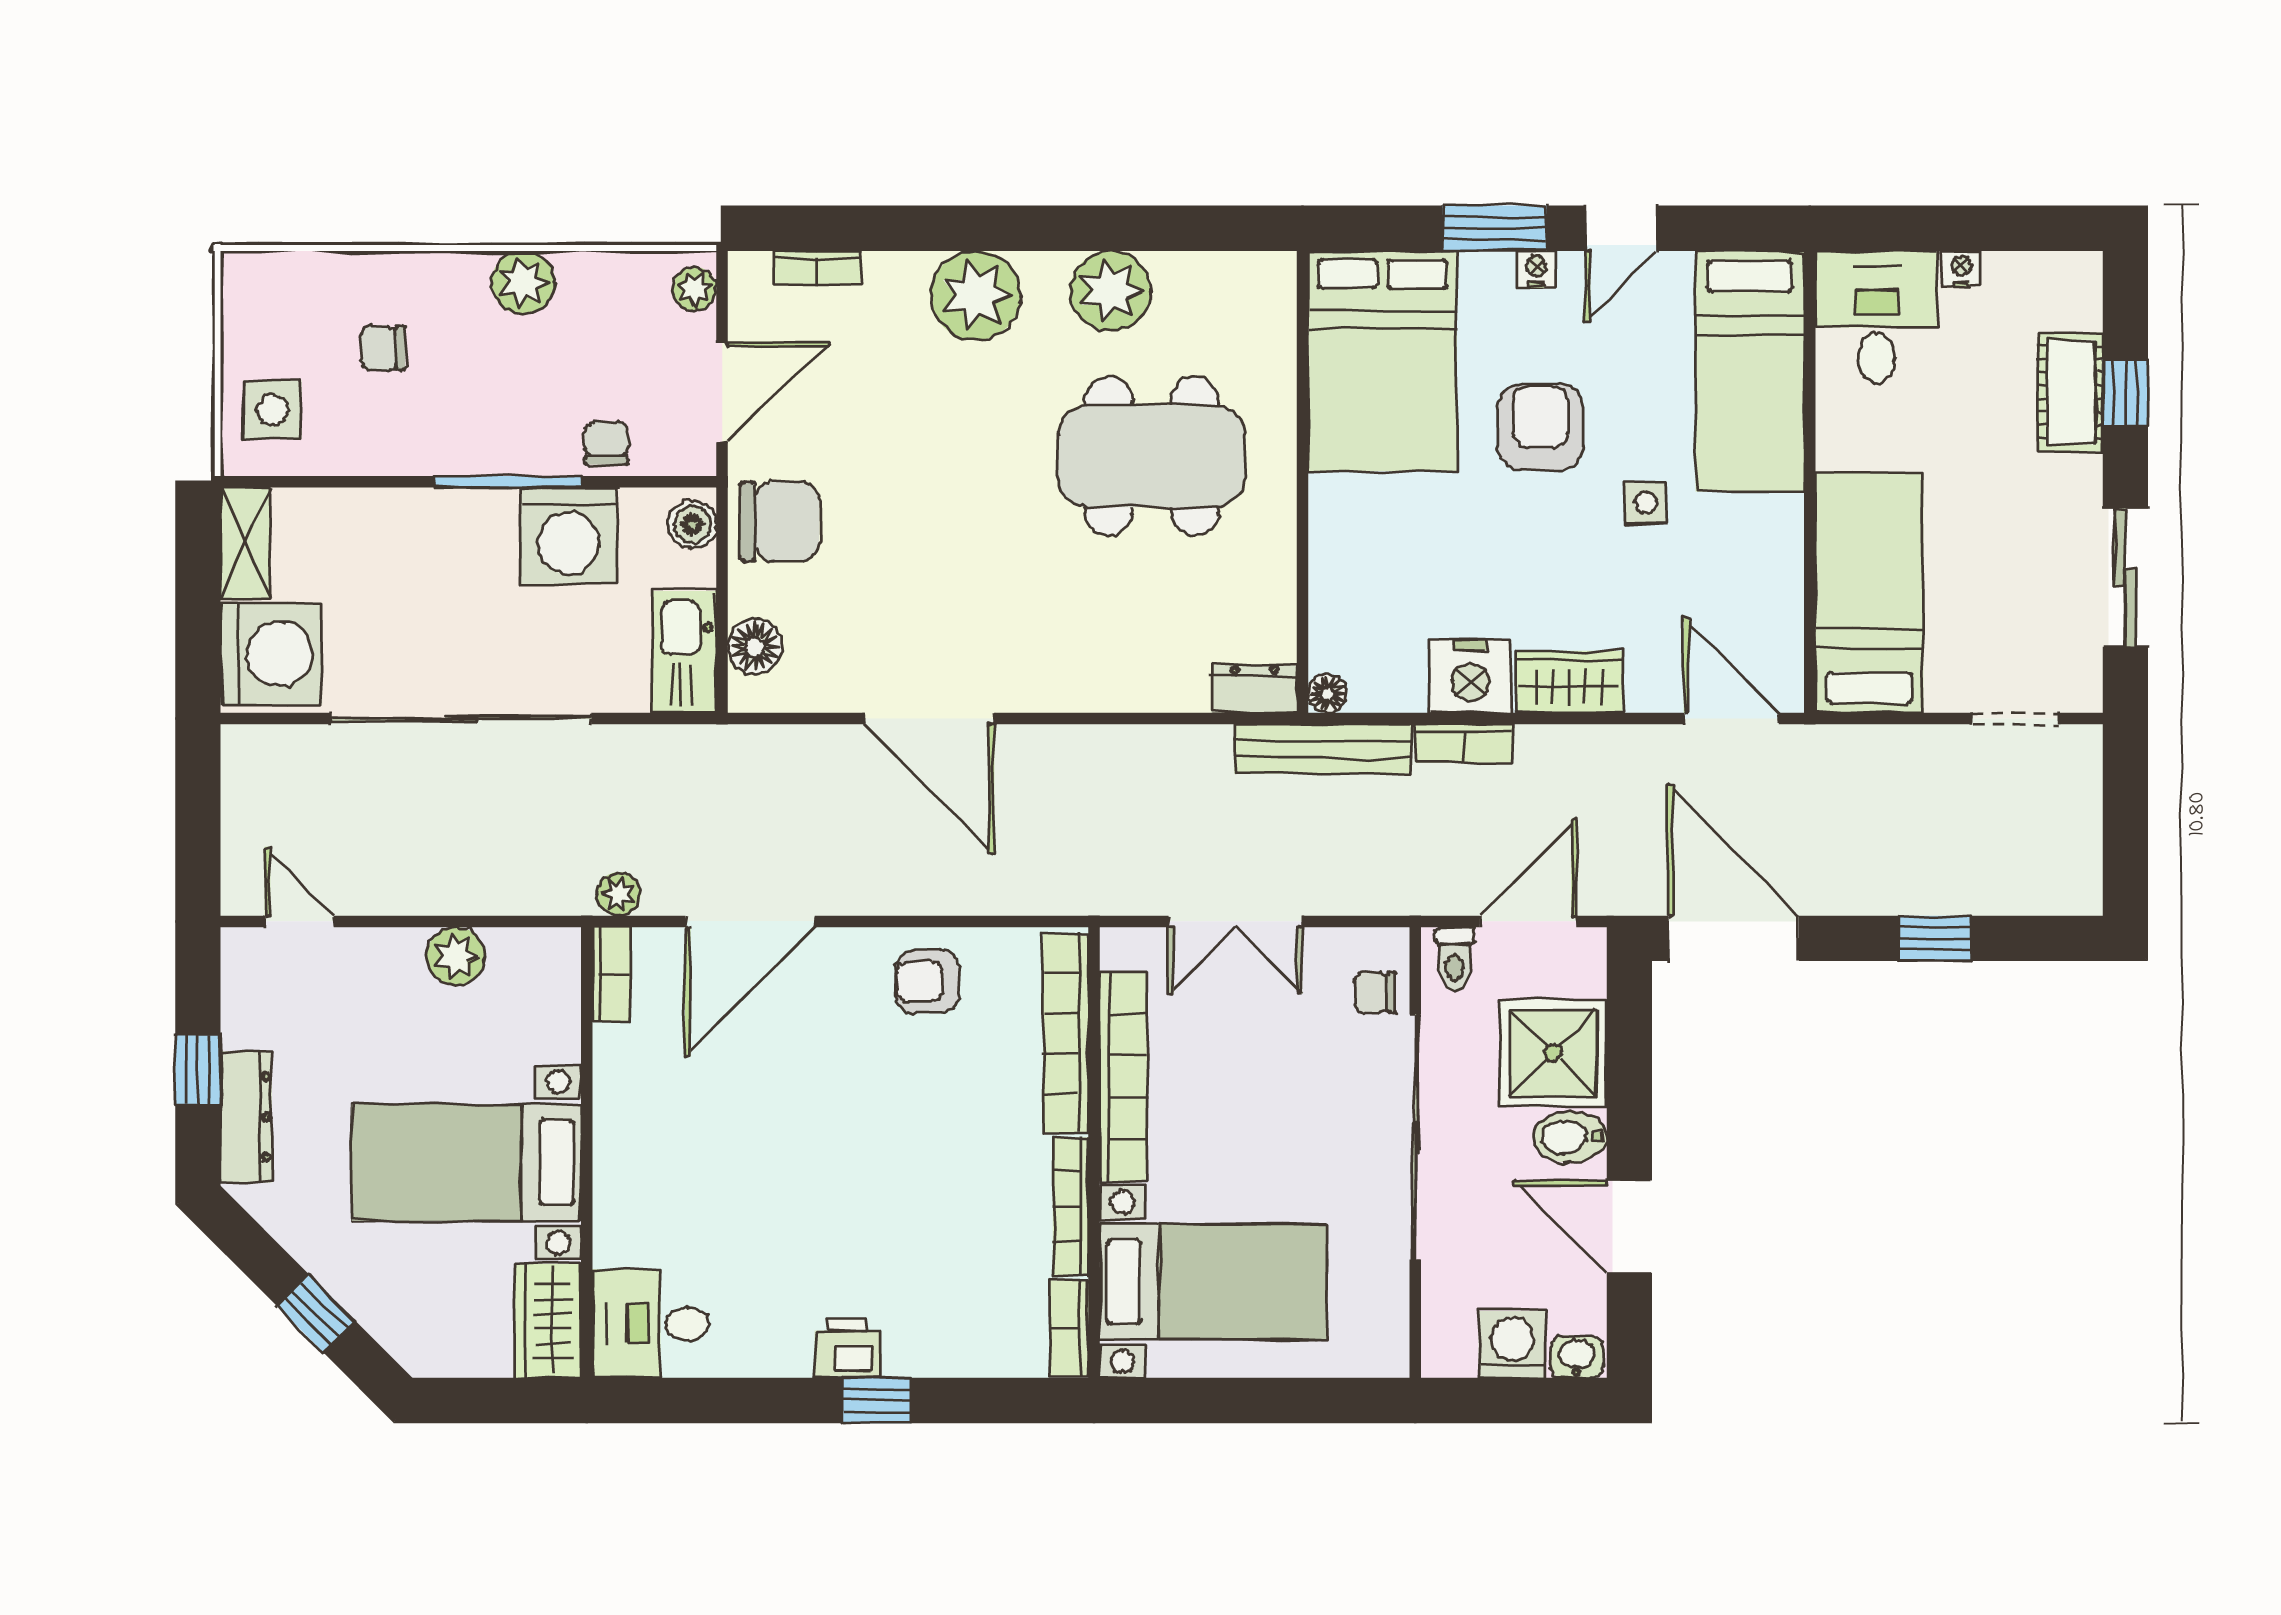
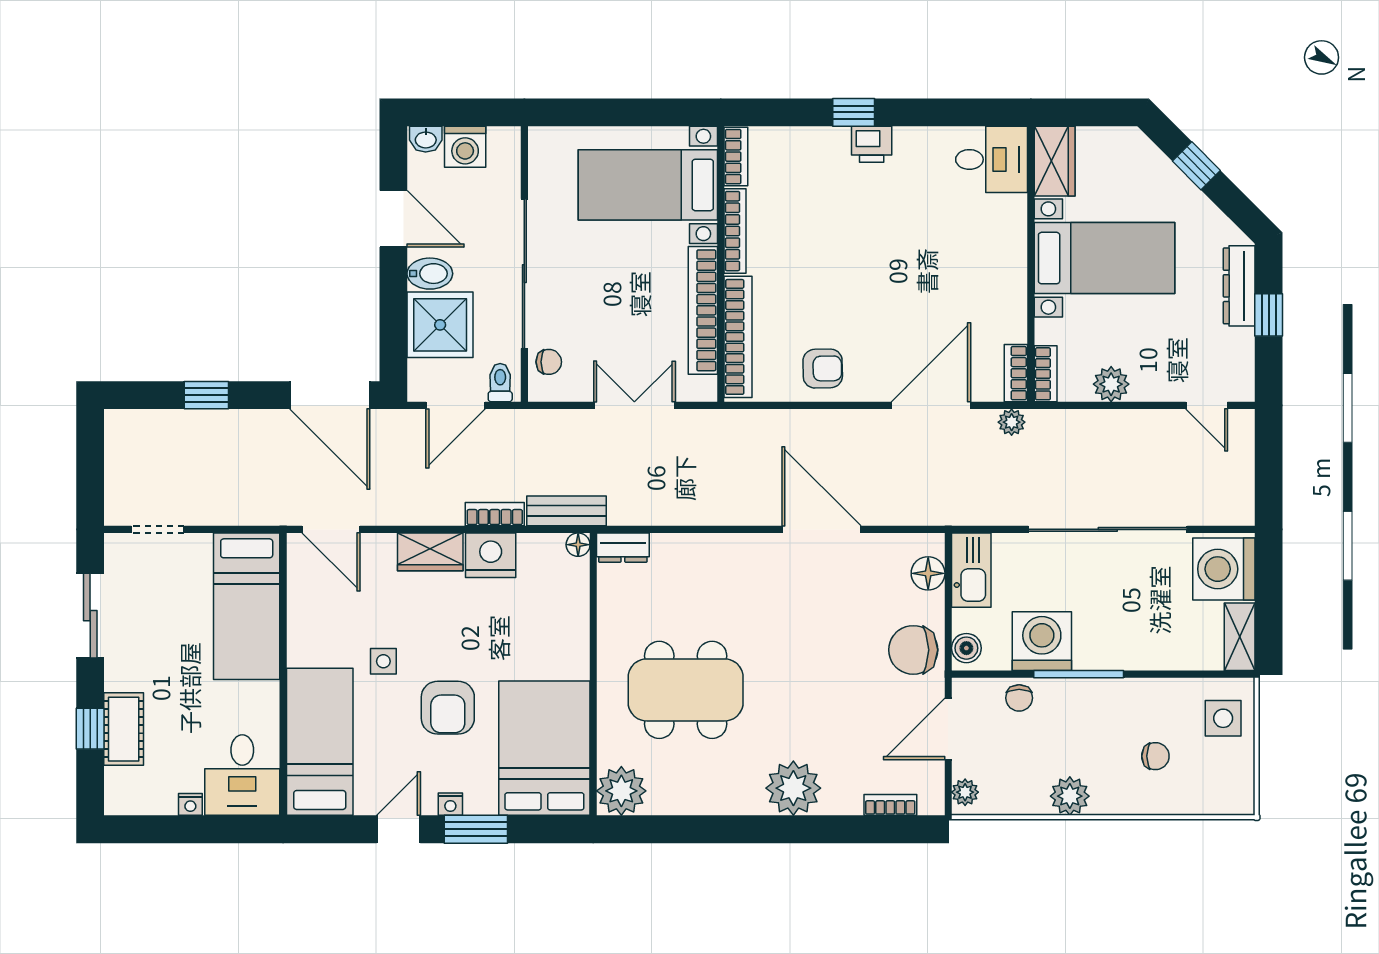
plant: (1111, 291) -> (621, 791), moved
bench: (1323, 749) -> (567, 511), width x0.73
bookcase: (563, 973) -> (1046, 374), added

